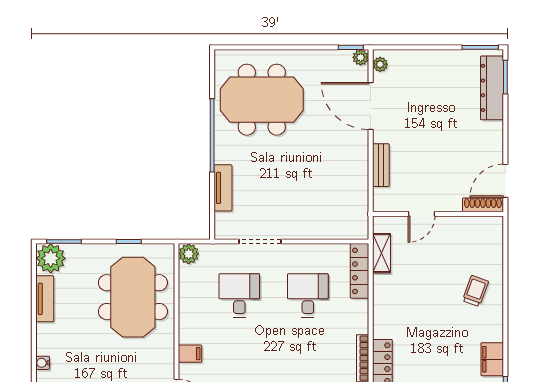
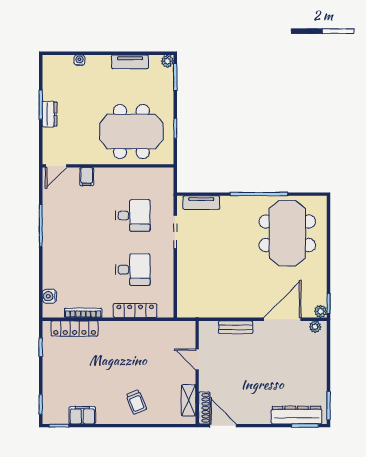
tv unit: (223, 188) -> (201, 203), moved
shelving: (382, 253) -> (189, 400), moved, turned 90
plant: (189, 254) -> (165, 176), removed
plant: (51, 258) -> (167, 61), width x0.53, depth x0.53
locker: (360, 271) -> (135, 310), moved
trolley: (475, 291) -> (136, 402), turned 48

